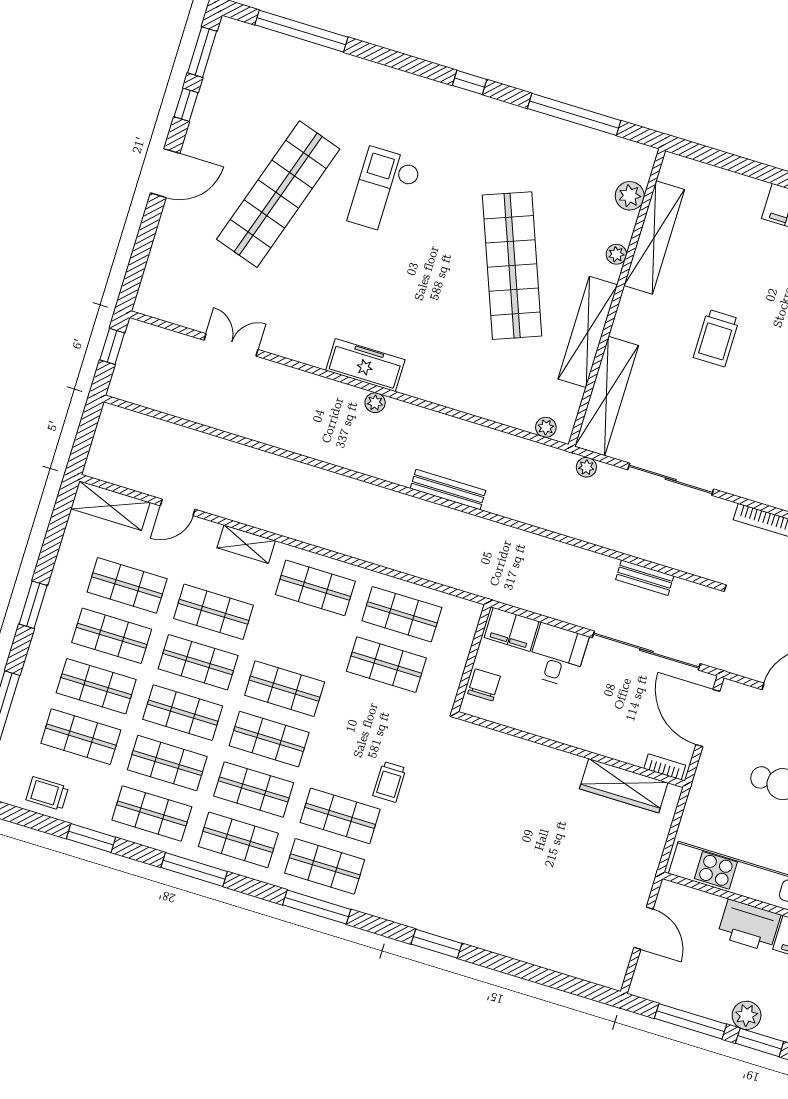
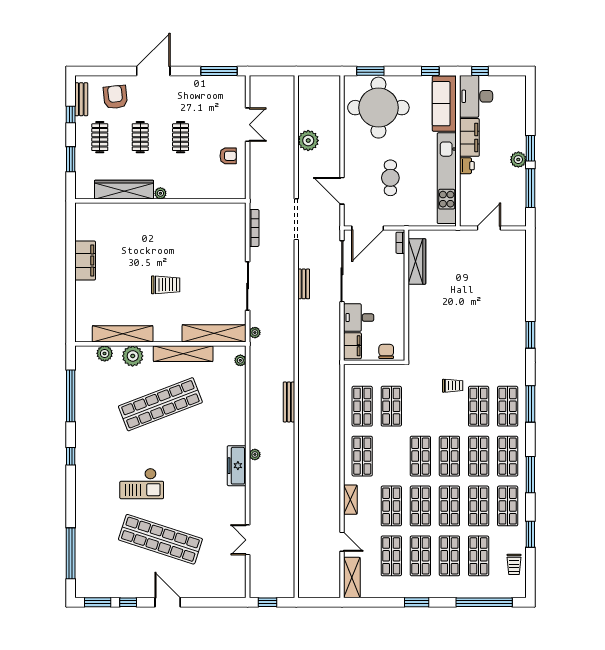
plant: (616, 254) -> (133, 356), width x1.88, depth x1.88
chair: (484, 685) -> (386, 351), turned 90
printer: (749, 925) -> (467, 166), width x0.53, depth x0.68

